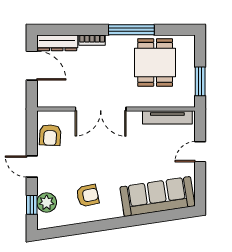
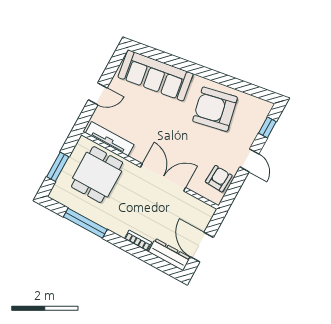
window: (131, 30) -> (85, 223), moved
dining table: (155, 62) -> (97, 175), moved
window: (200, 81) -> (58, 167), moved
armchair: (88, 196) -> (215, 109), width x1.88, depth x1.88
plant: (47, 202) -> (253, 123), removed

